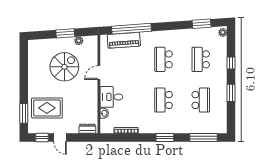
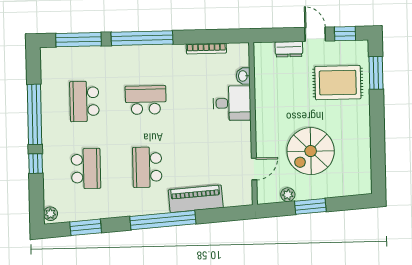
window: (132, 29) -> (163, 220), moved
piano: (124, 40) -> (196, 199), moved
school desk: (164, 59) -> (147, 167), turned 180
door: (99, 73) -> (254, 169), moved
window: (231, 93) -> (35, 114), width x2.11
school desk: (164, 100) -> (146, 100), turned -90
dresser: (87, 129) -> (289, 49), moved
window: (165, 138) -> (142, 38), width x2.11

